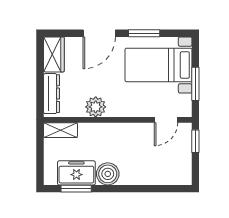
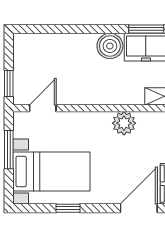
door: (99, 33) -> (139, 208), moved
window: (144, 33) -> (68, 208), width x0.67

